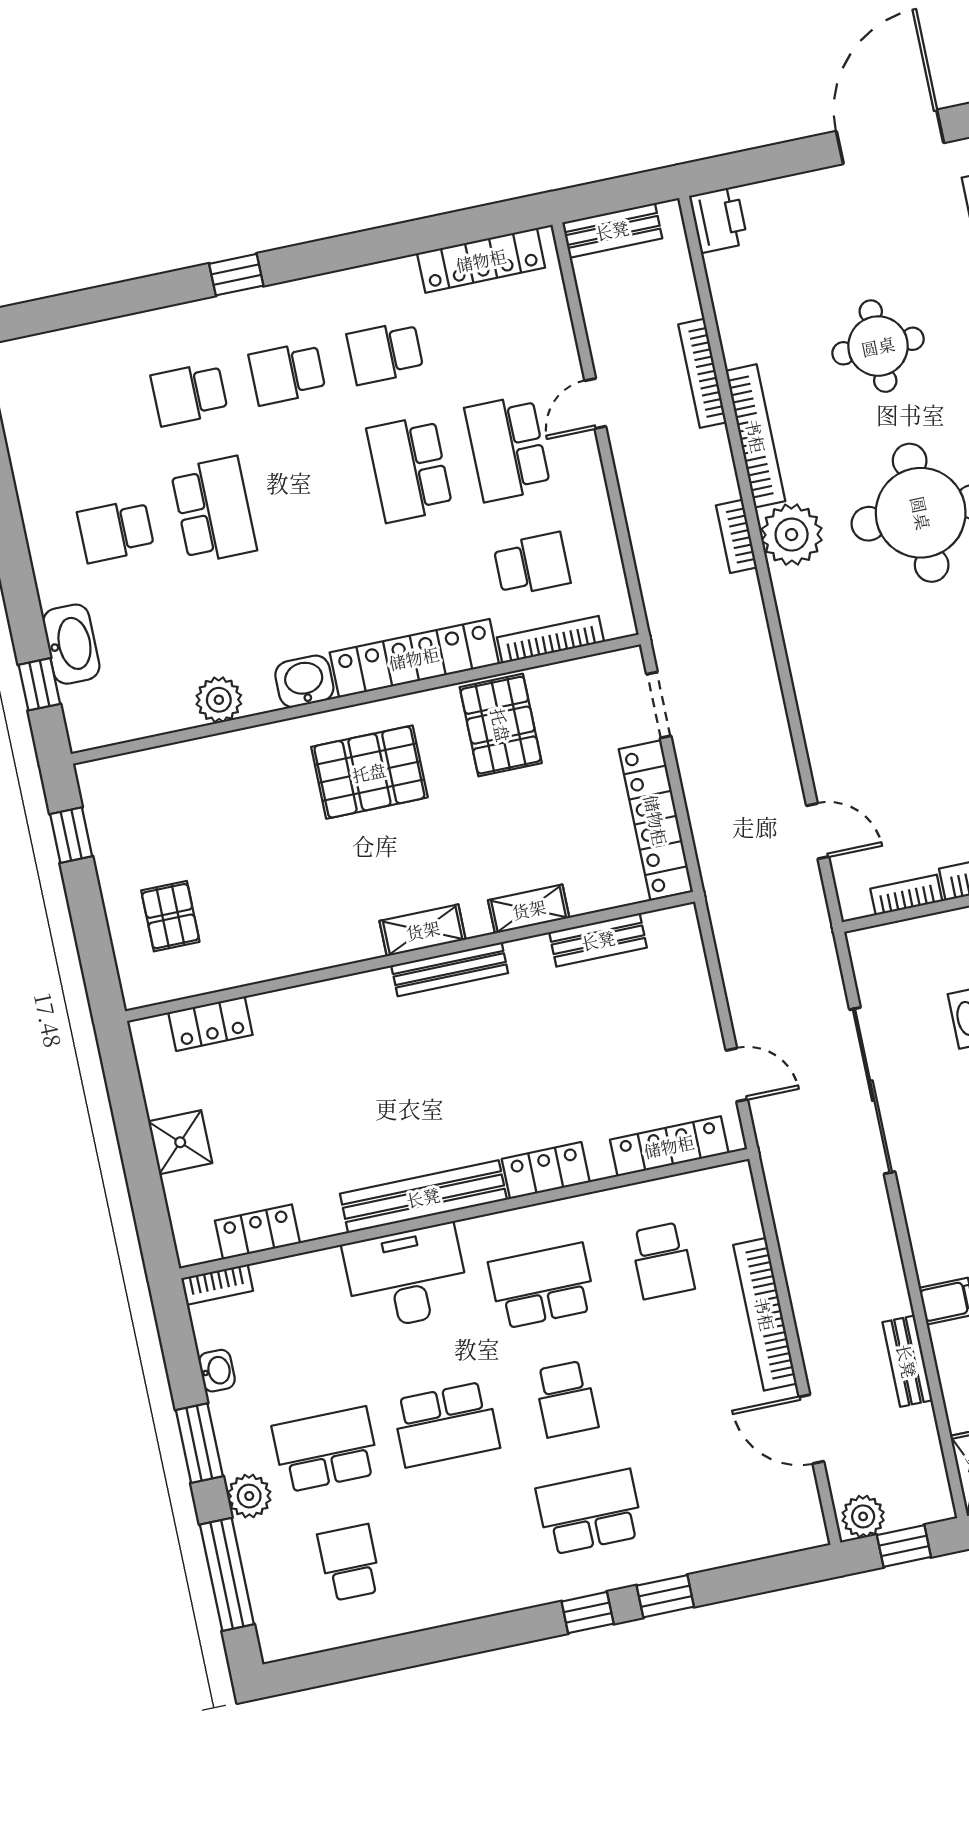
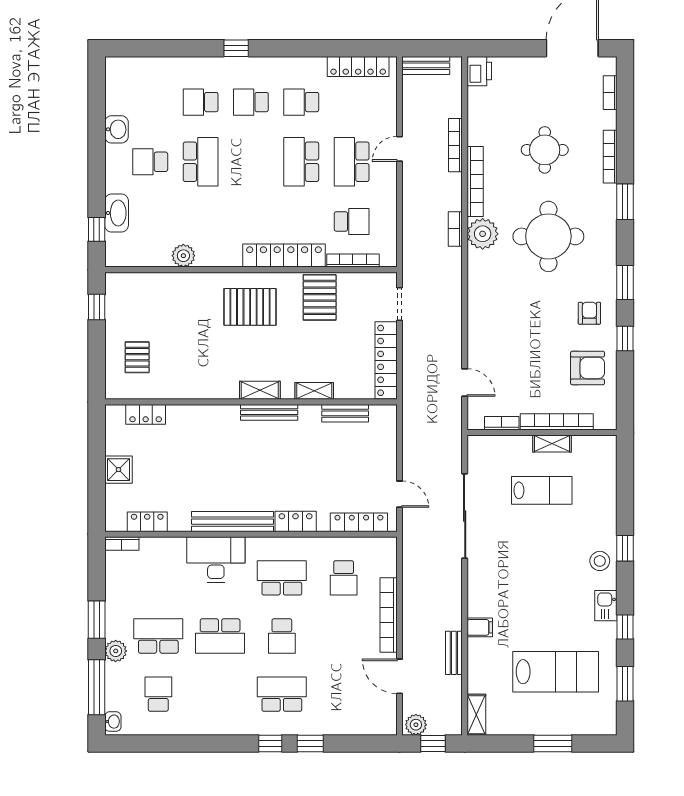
washbasin: (304, 681) -> (116, 129), moved, turned 90
washbasin: (217, 1371) -> (113, 722), moved

